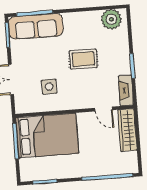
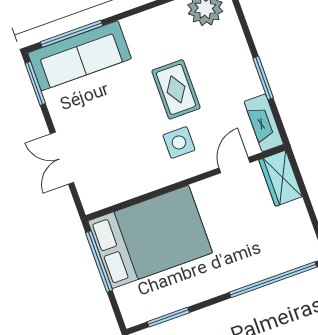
rug: (83, 59) -> (176, 89), turned 90
side table: (49, 87) -> (179, 142), moved
door: (104, 109) -> (235, 165), swing flipped
wardrobe: (127, 130) -> (281, 178), width x0.67

